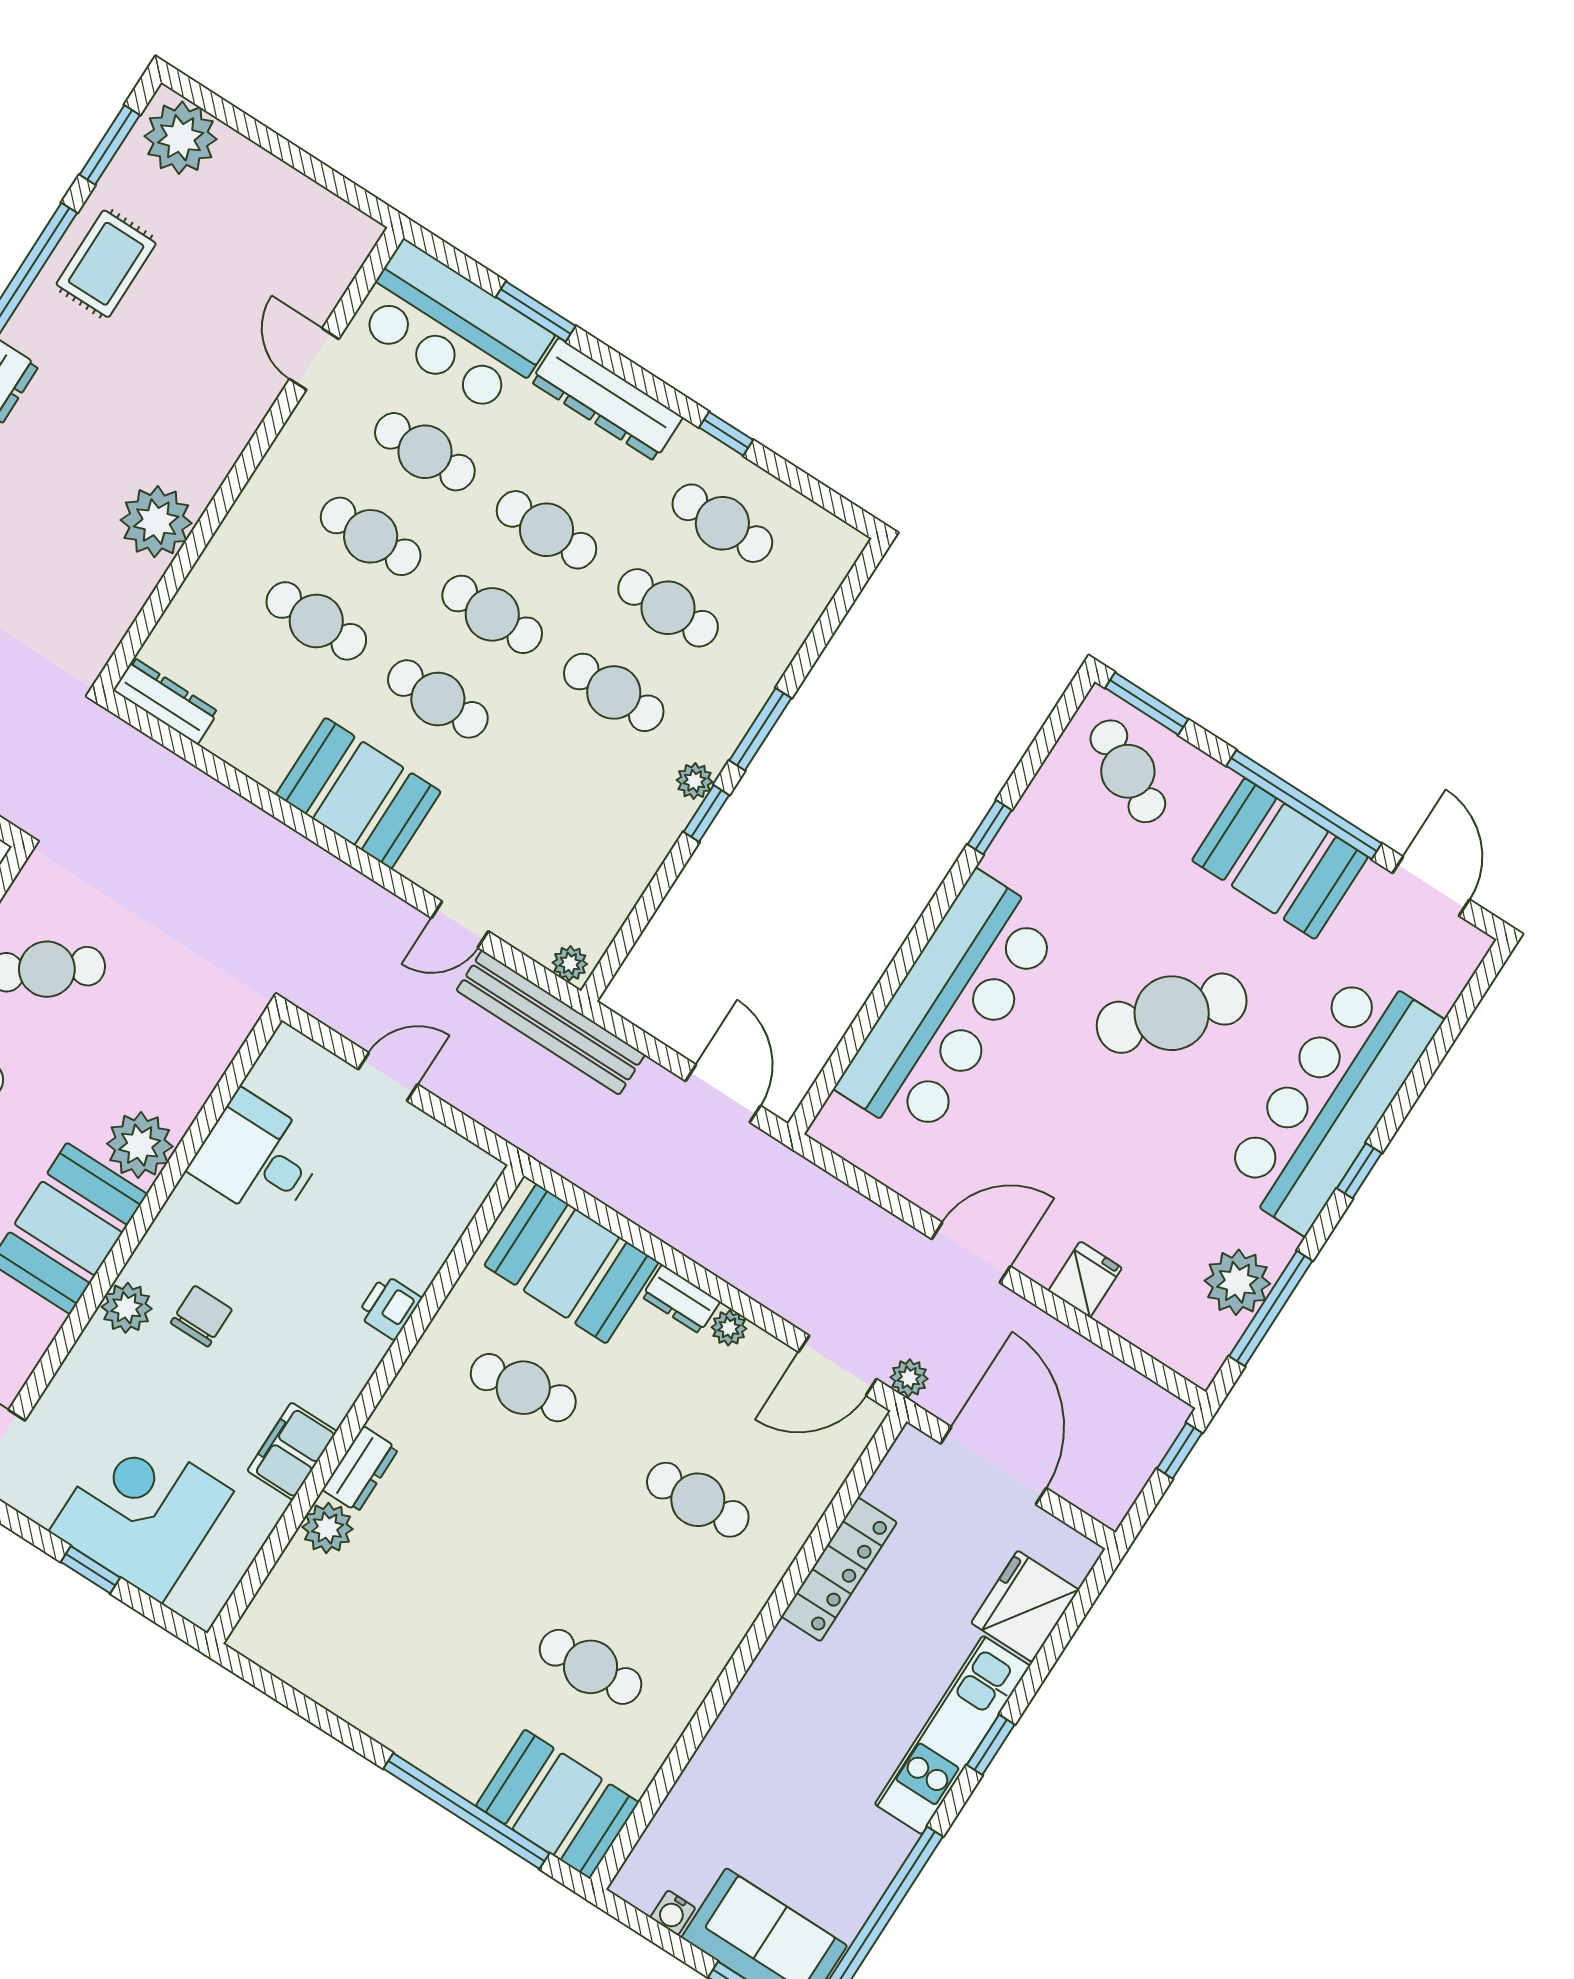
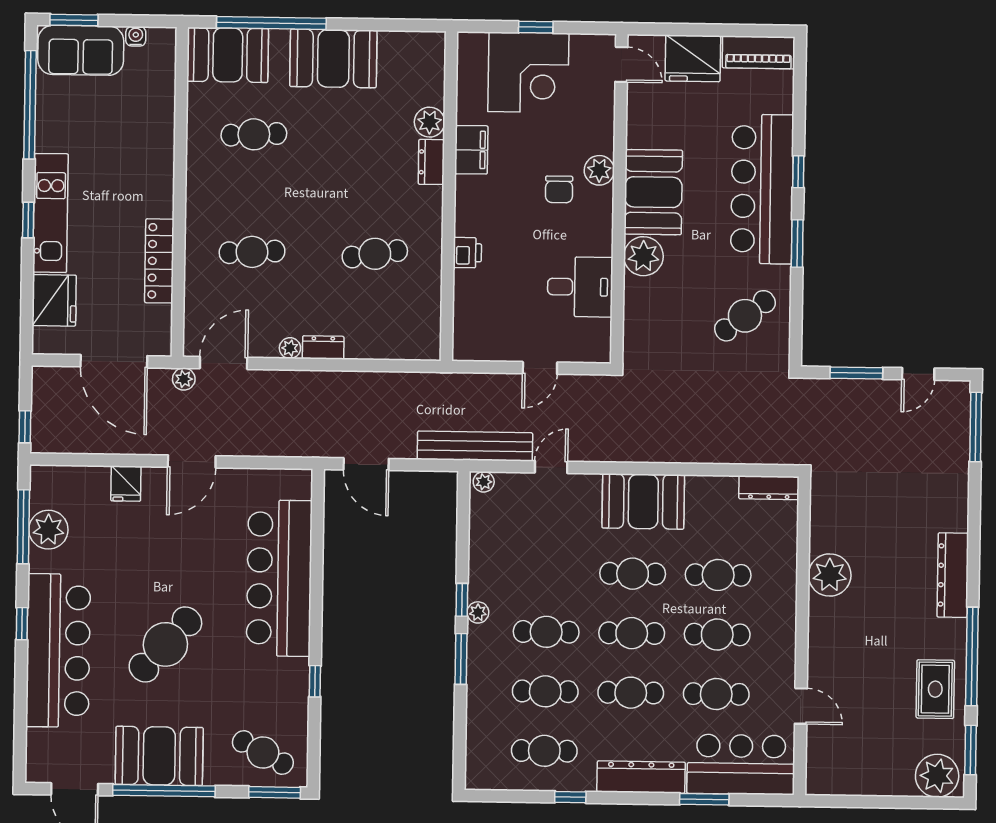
booth: (571, 1264) -> (333, 58), moved

